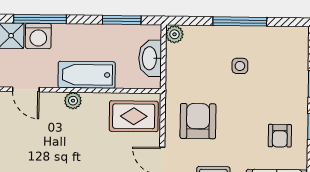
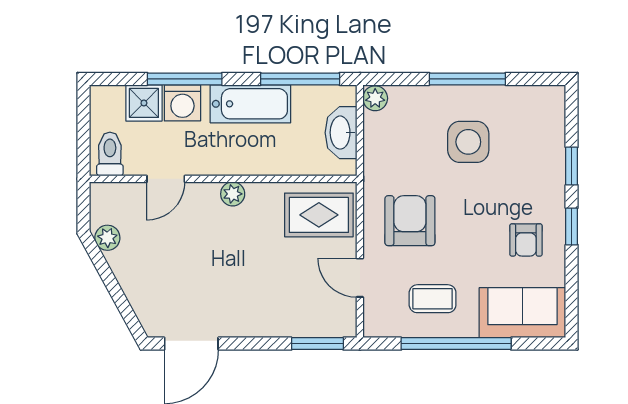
window: (122, 20) -> (300, 79), width x1.44
side table: (240, 66) -> (468, 142), width x1.87, depth x1.87
bathtub: (87, 75) -> (250, 104), moved, turned 180
door: (26, 89) -> (166, 179), hinge flipped

